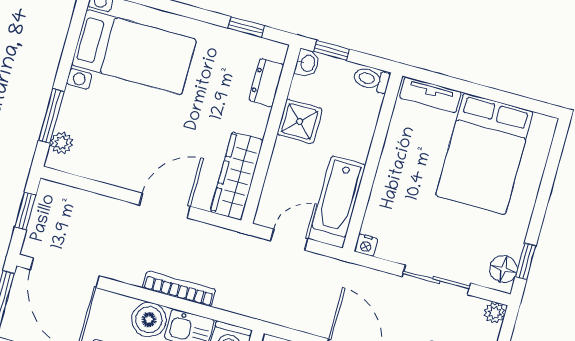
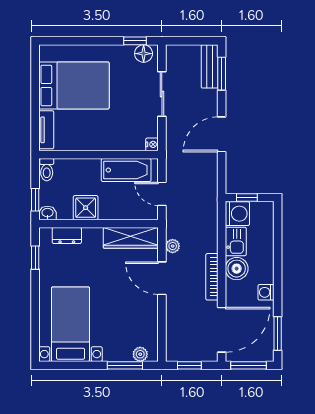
bookcase: (179, 289) -> (212, 277), moved
plant: (495, 313) -> (173, 246), moved

